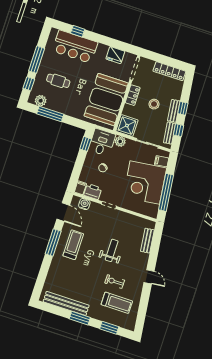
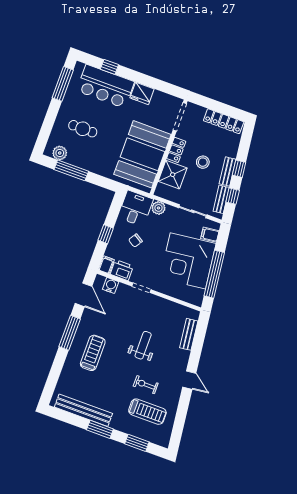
fridge: (115, 55) -> (142, 93), moved
window: (37, 60) -> (63, 84), moved
window: (29, 84) -> (45, 131), removed
shower: (127, 126) -> (173, 175), moved
window: (86, 144) -> (106, 234), moved
treadmill: (73, 245) -> (93, 353), moved

